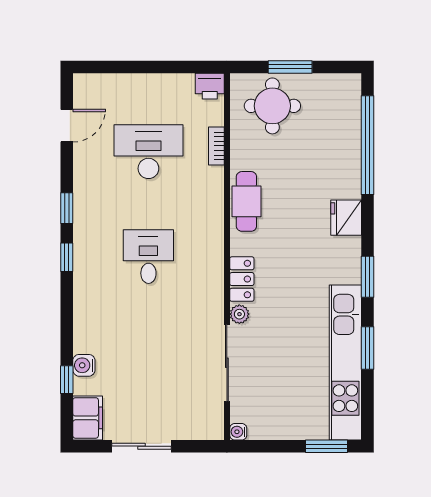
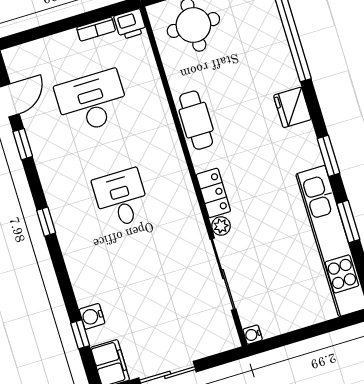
bookcase: (216, 146) -> (96, 29), moved, turned -90
window: (67, 208) -> (23, 144), moved
window: (327, 446) -> (338, 323), removed

